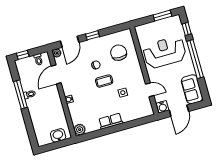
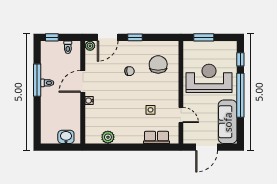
window: (162, 16) -> (204, 37), moved
door: (56, 74) -> (83, 81), moved
coffee table: (104, 81) -> (134, 91), removed
sofa: (192, 89) -> (228, 122), width x1.36
water cooler: (163, 107) -> (190, 138), removed
row of seats: (111, 121) -> (156, 137), moved
plant: (80, 130) -> (108, 137), moved

